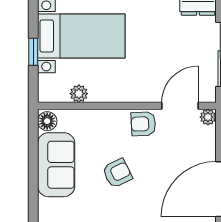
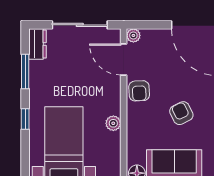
plant: (79, 94) -> (113, 123), moved

